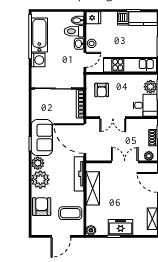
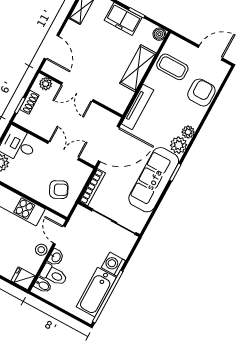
door: (85, 60) -> (59, 235), hinge flipped
armchair: (102, 90) -> (59, 190), turned 64
sofa: (42, 138) -> (154, 180), width x1.36
door: (85, 139) -> (109, 144), hinge flipped
plant: (40, 180) -> (188, 132), width x0.53, depth x0.53
shelving: (93, 188) -> (138, 68), moved
armchair: (42, 207) -> (201, 93), turned 180
door: (61, 236) -> (210, 53), moved

